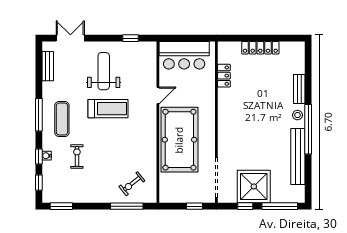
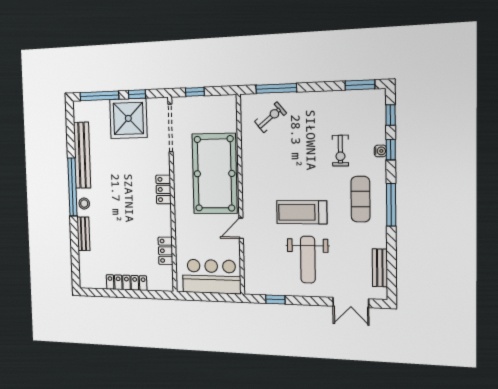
locker: (224, 127) -> (164, 189), added

